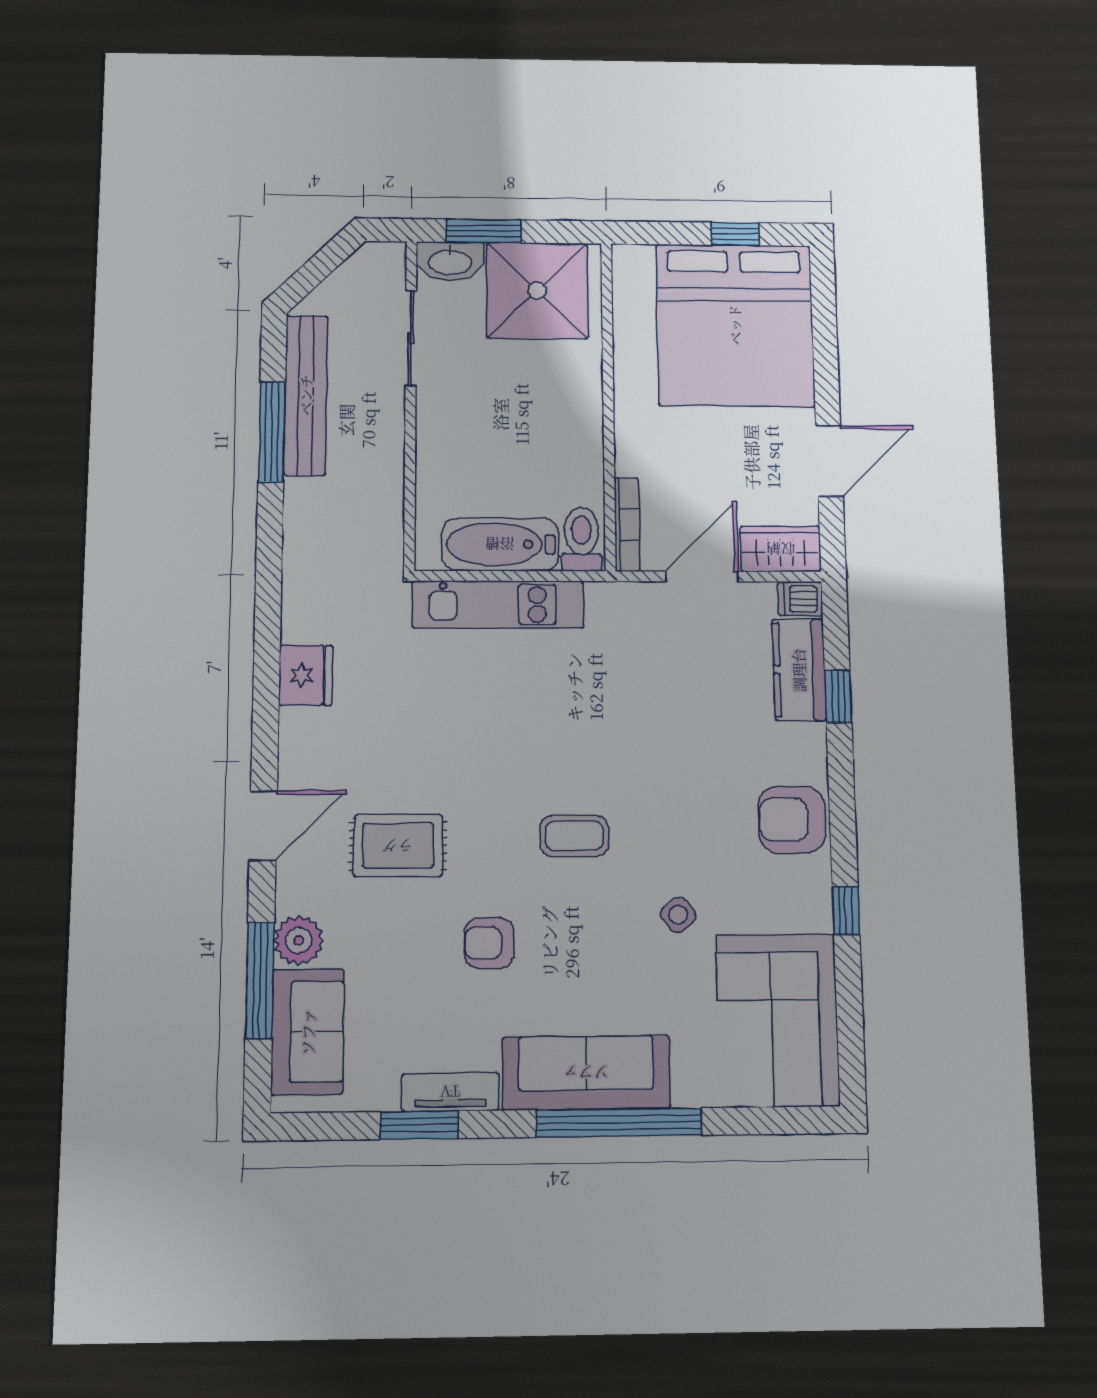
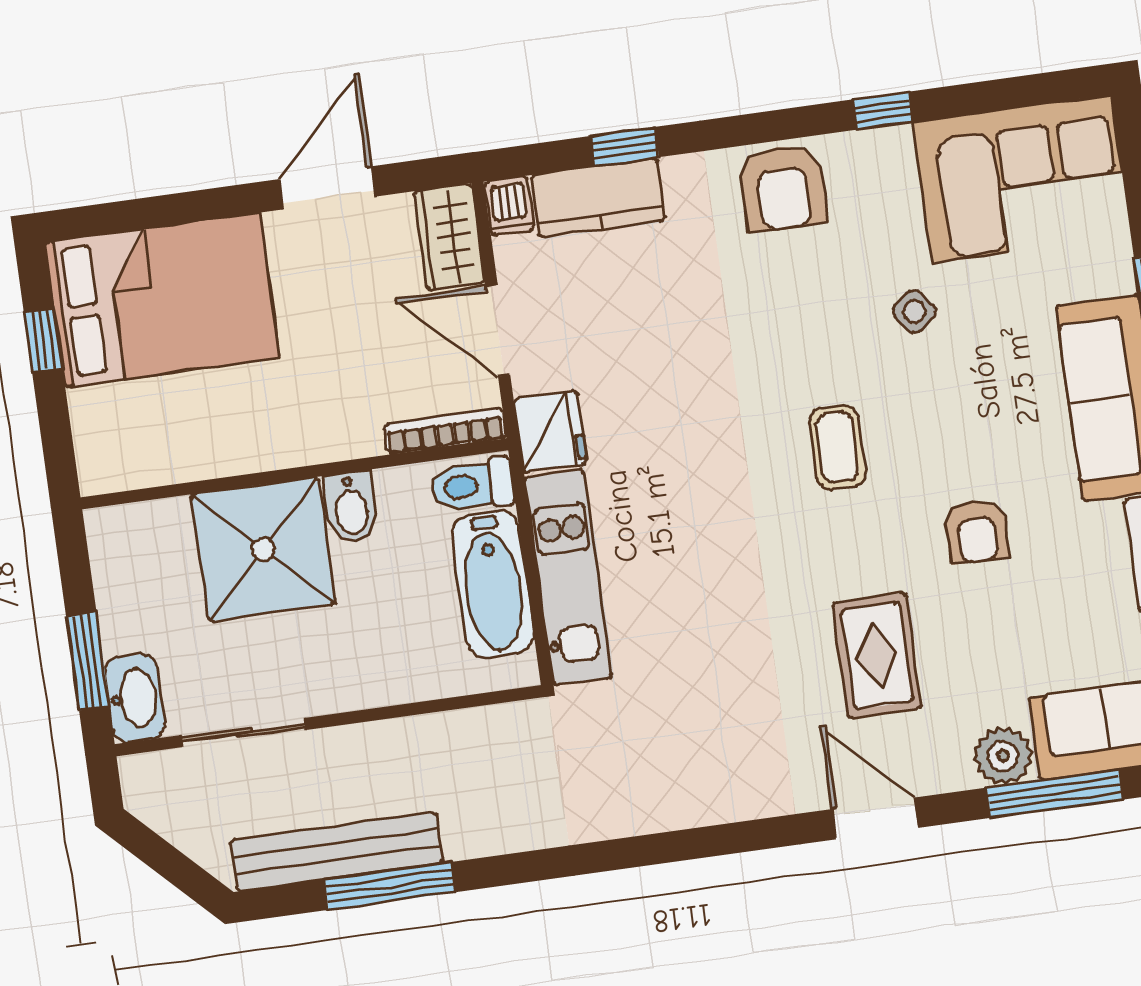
shower: (537, 291) -> (263, 549), moved
bed: (735, 325) -> (162, 300), width x0.73
bidet: (576, 444) -> (351, 508), added
door: (829, 461) -> (327, 188), hinge flipped
fridge: (306, 675) -> (550, 431), moved, turned 90

